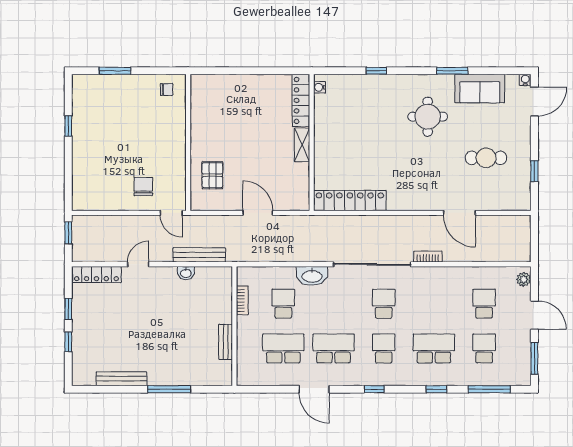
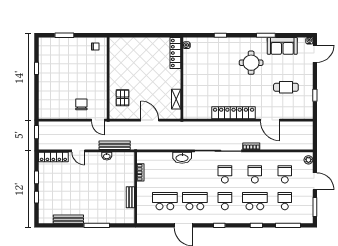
shelving: (302, 145) -> (176, 99), moved
locker: (350, 201) -> (234, 113), moved
door: (138, 264) -> (78, 151), swing flipped
school desk: (283, 304) -> (255, 174), moved

